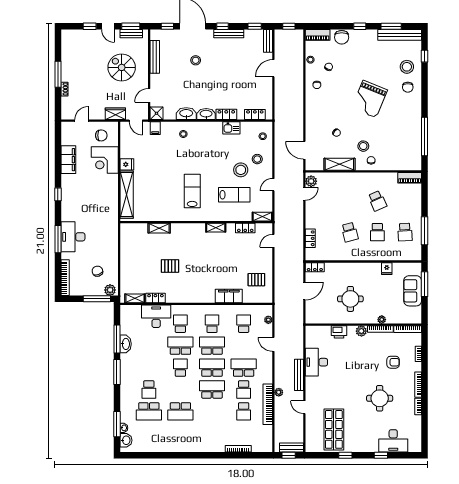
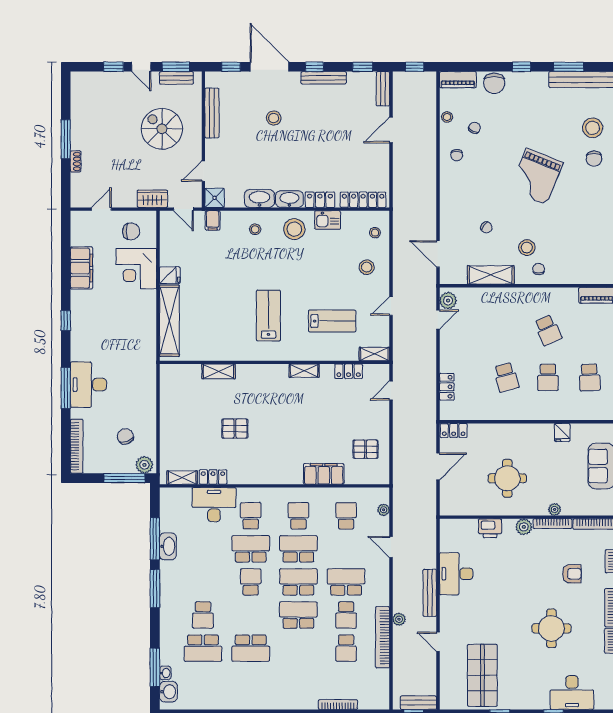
locker: (255, 114) -> (363, 200), width x1.53
stool: (241, 170) -> (294, 229), moved

